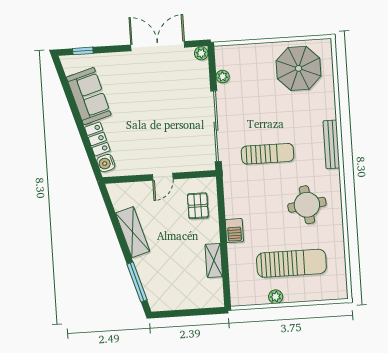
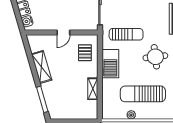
sun lounger: (268, 154) -> (126, 34), moved
barbecue: (234, 231) -> (110, 64), width x1.88, depth x1.53
sun lounger: (291, 263) -> (143, 94), turned 180

